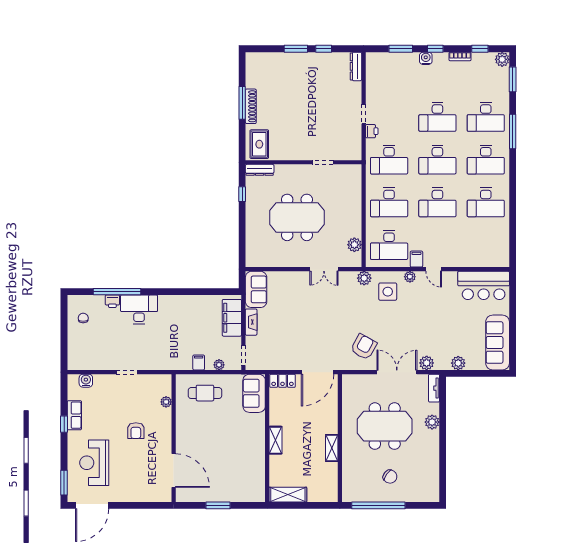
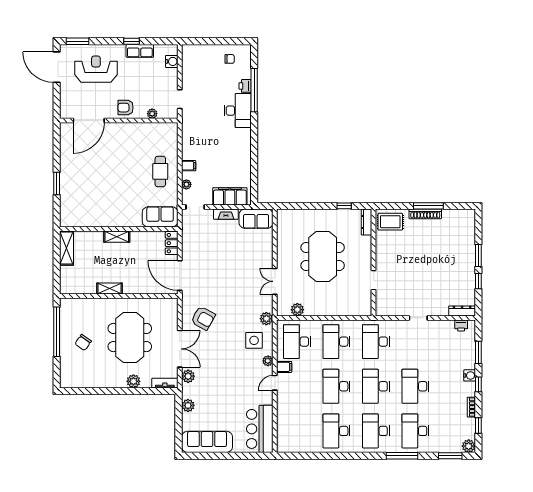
printer: (372, 131) -> (461, 326), moved
plant: (166, 402) -> (152, 114), moved
wall: (174, 438) -> (119, 120), moved
door: (174, 471) -> (89, 120), moved

